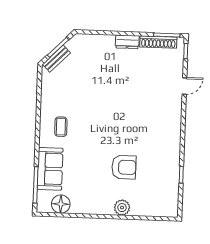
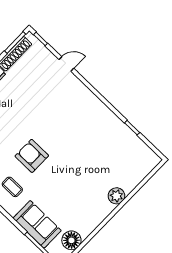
door: (185, 86) -> (66, 64), hinge flipped
armchair: (124, 167) -> (32, 156), moved, turned -90

